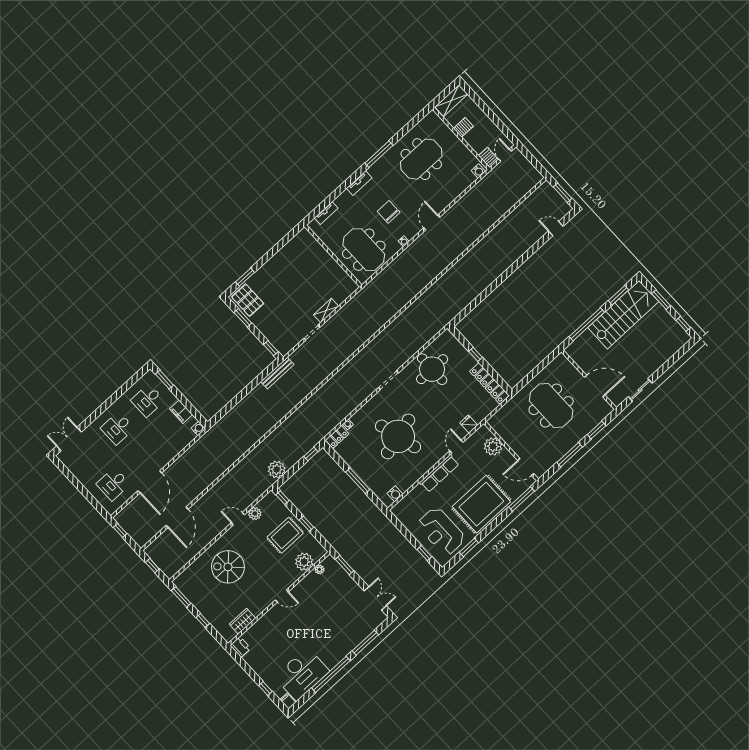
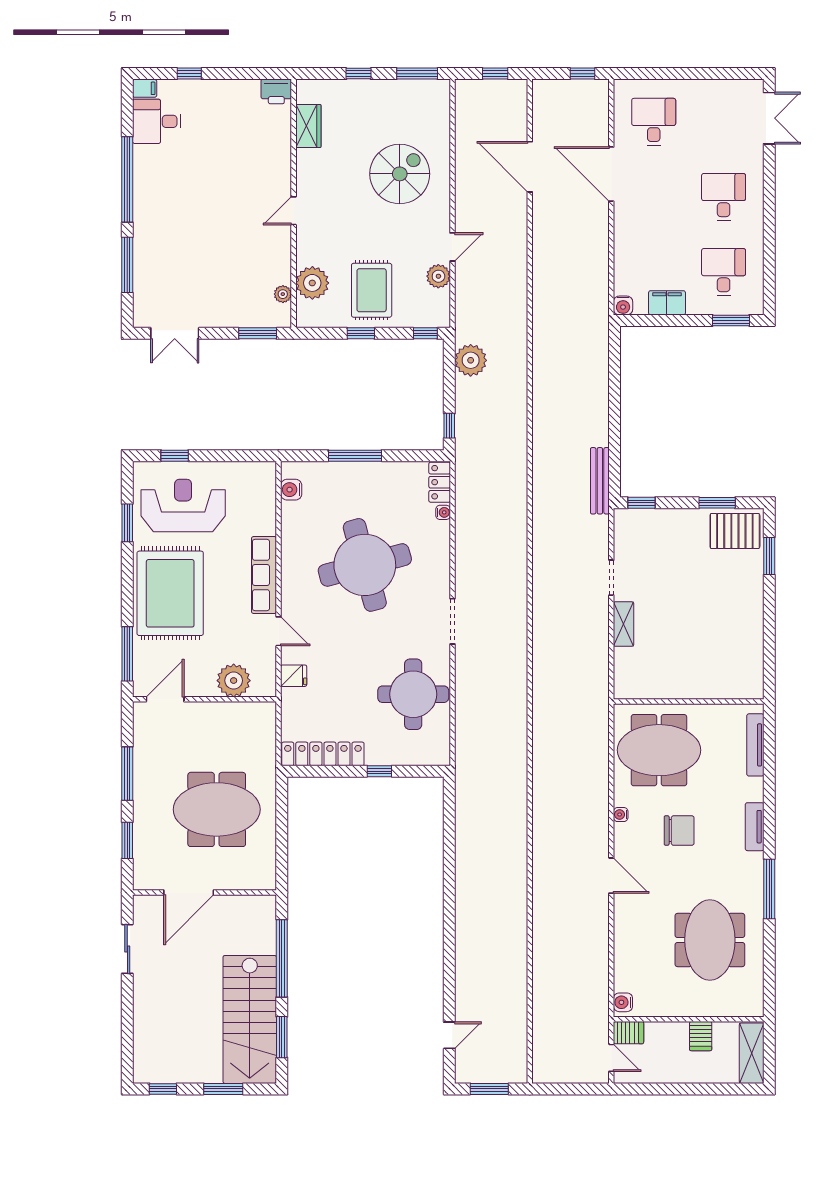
tv unit: (326, 213) -> (755, 745), width x1.41
desk: (302, 674) -> (157, 121), width x0.53, depth x0.77

